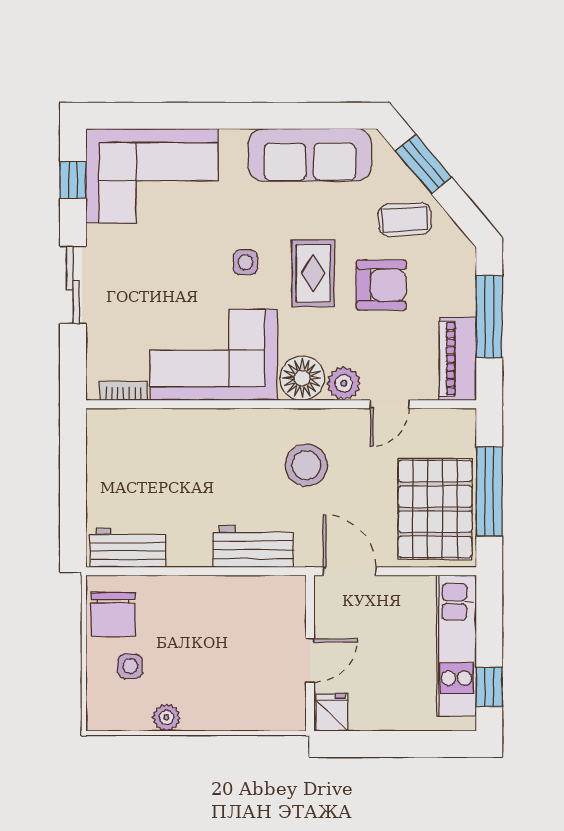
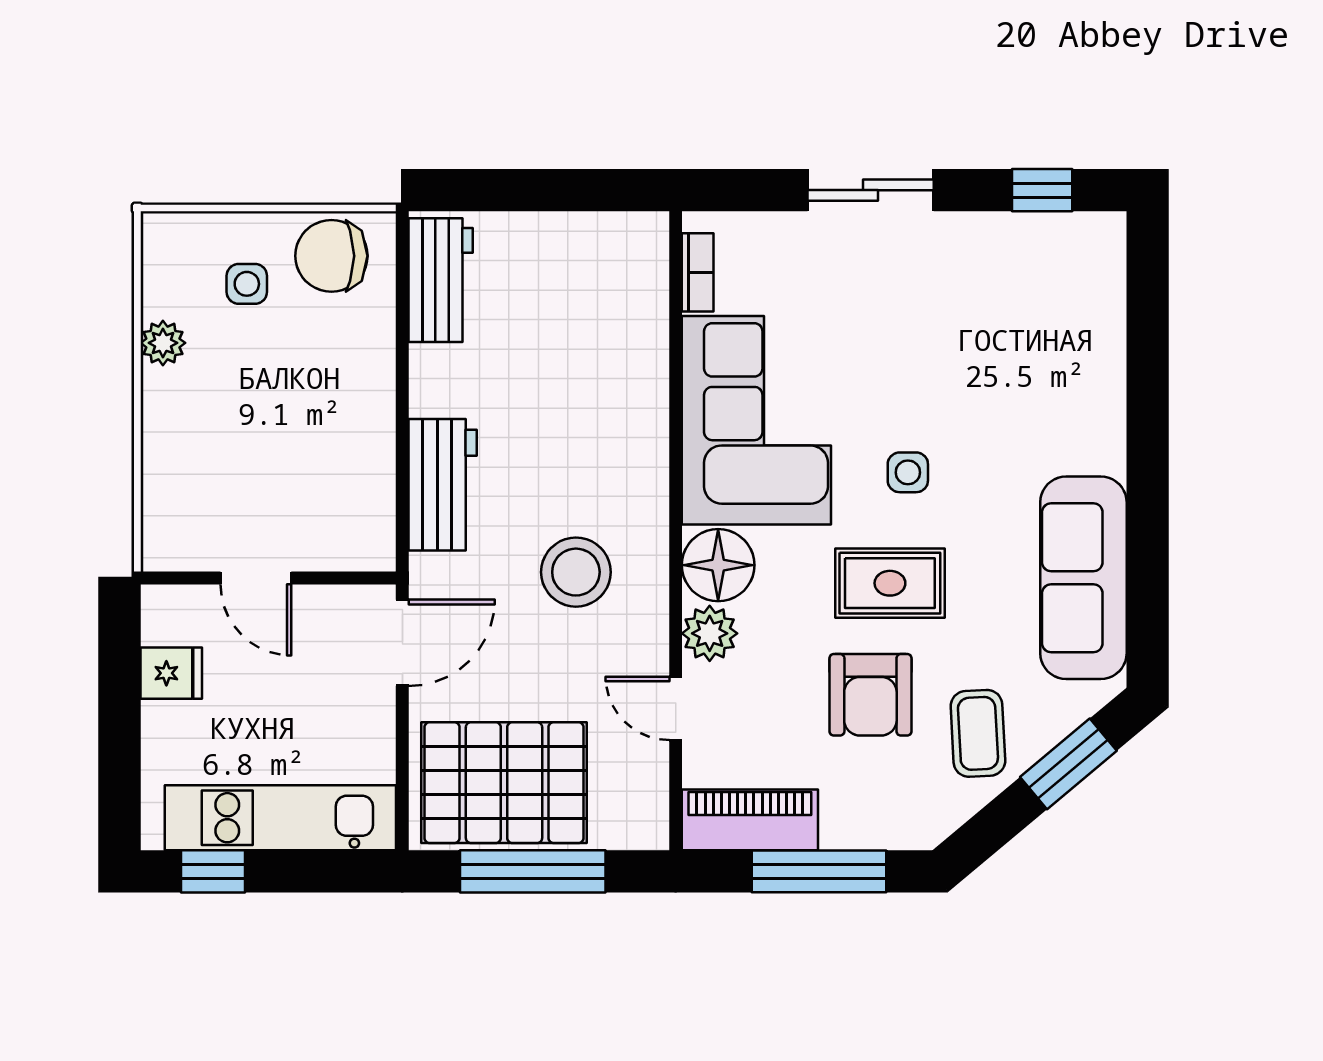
corner sofa: (152, 176) -> (1049, 319), removed
fridge: (332, 712) -> (171, 673), moved

